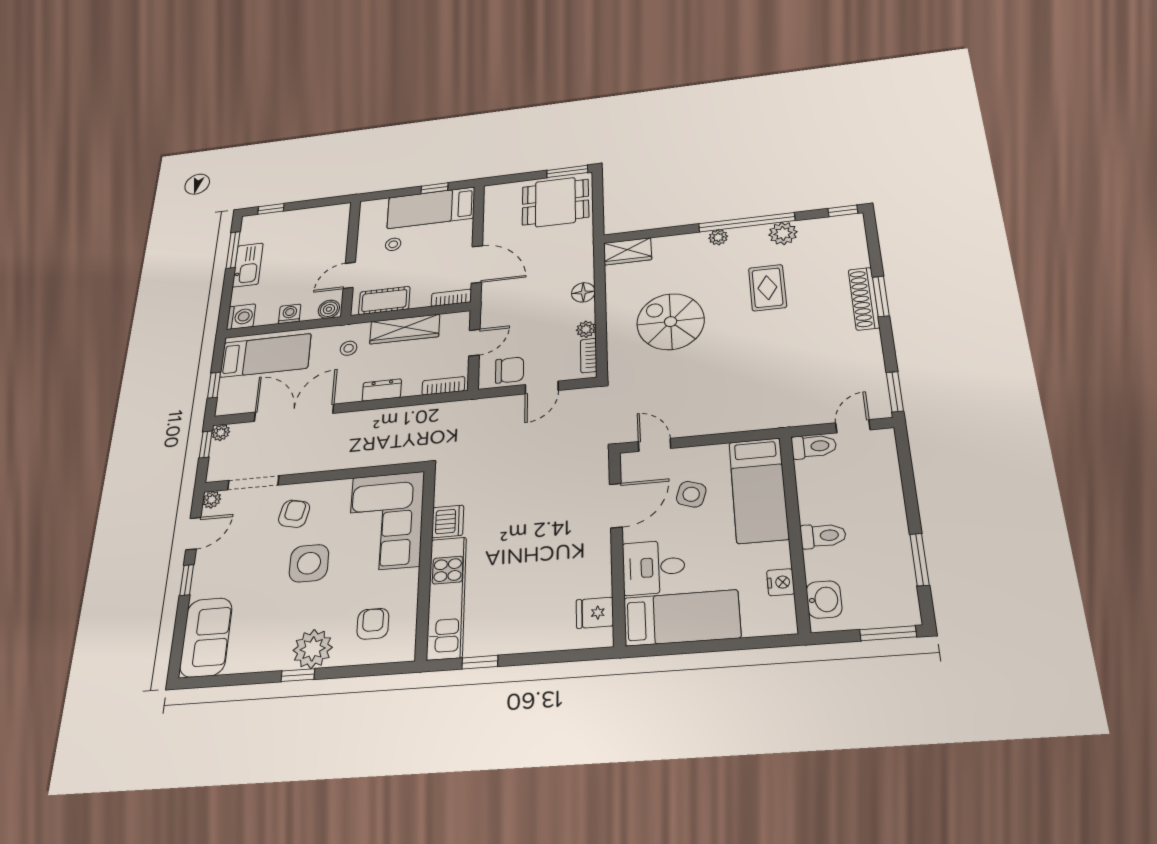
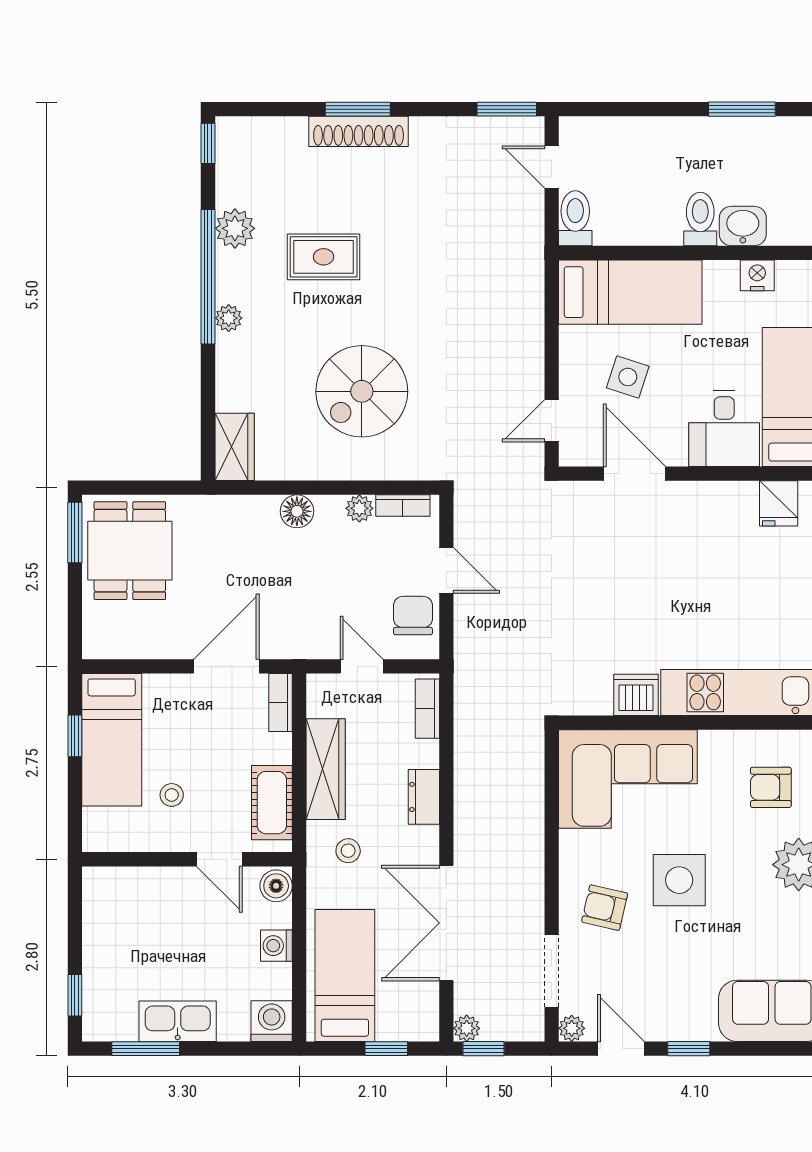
washbasin: (824, 600) -> (743, 226), moved

